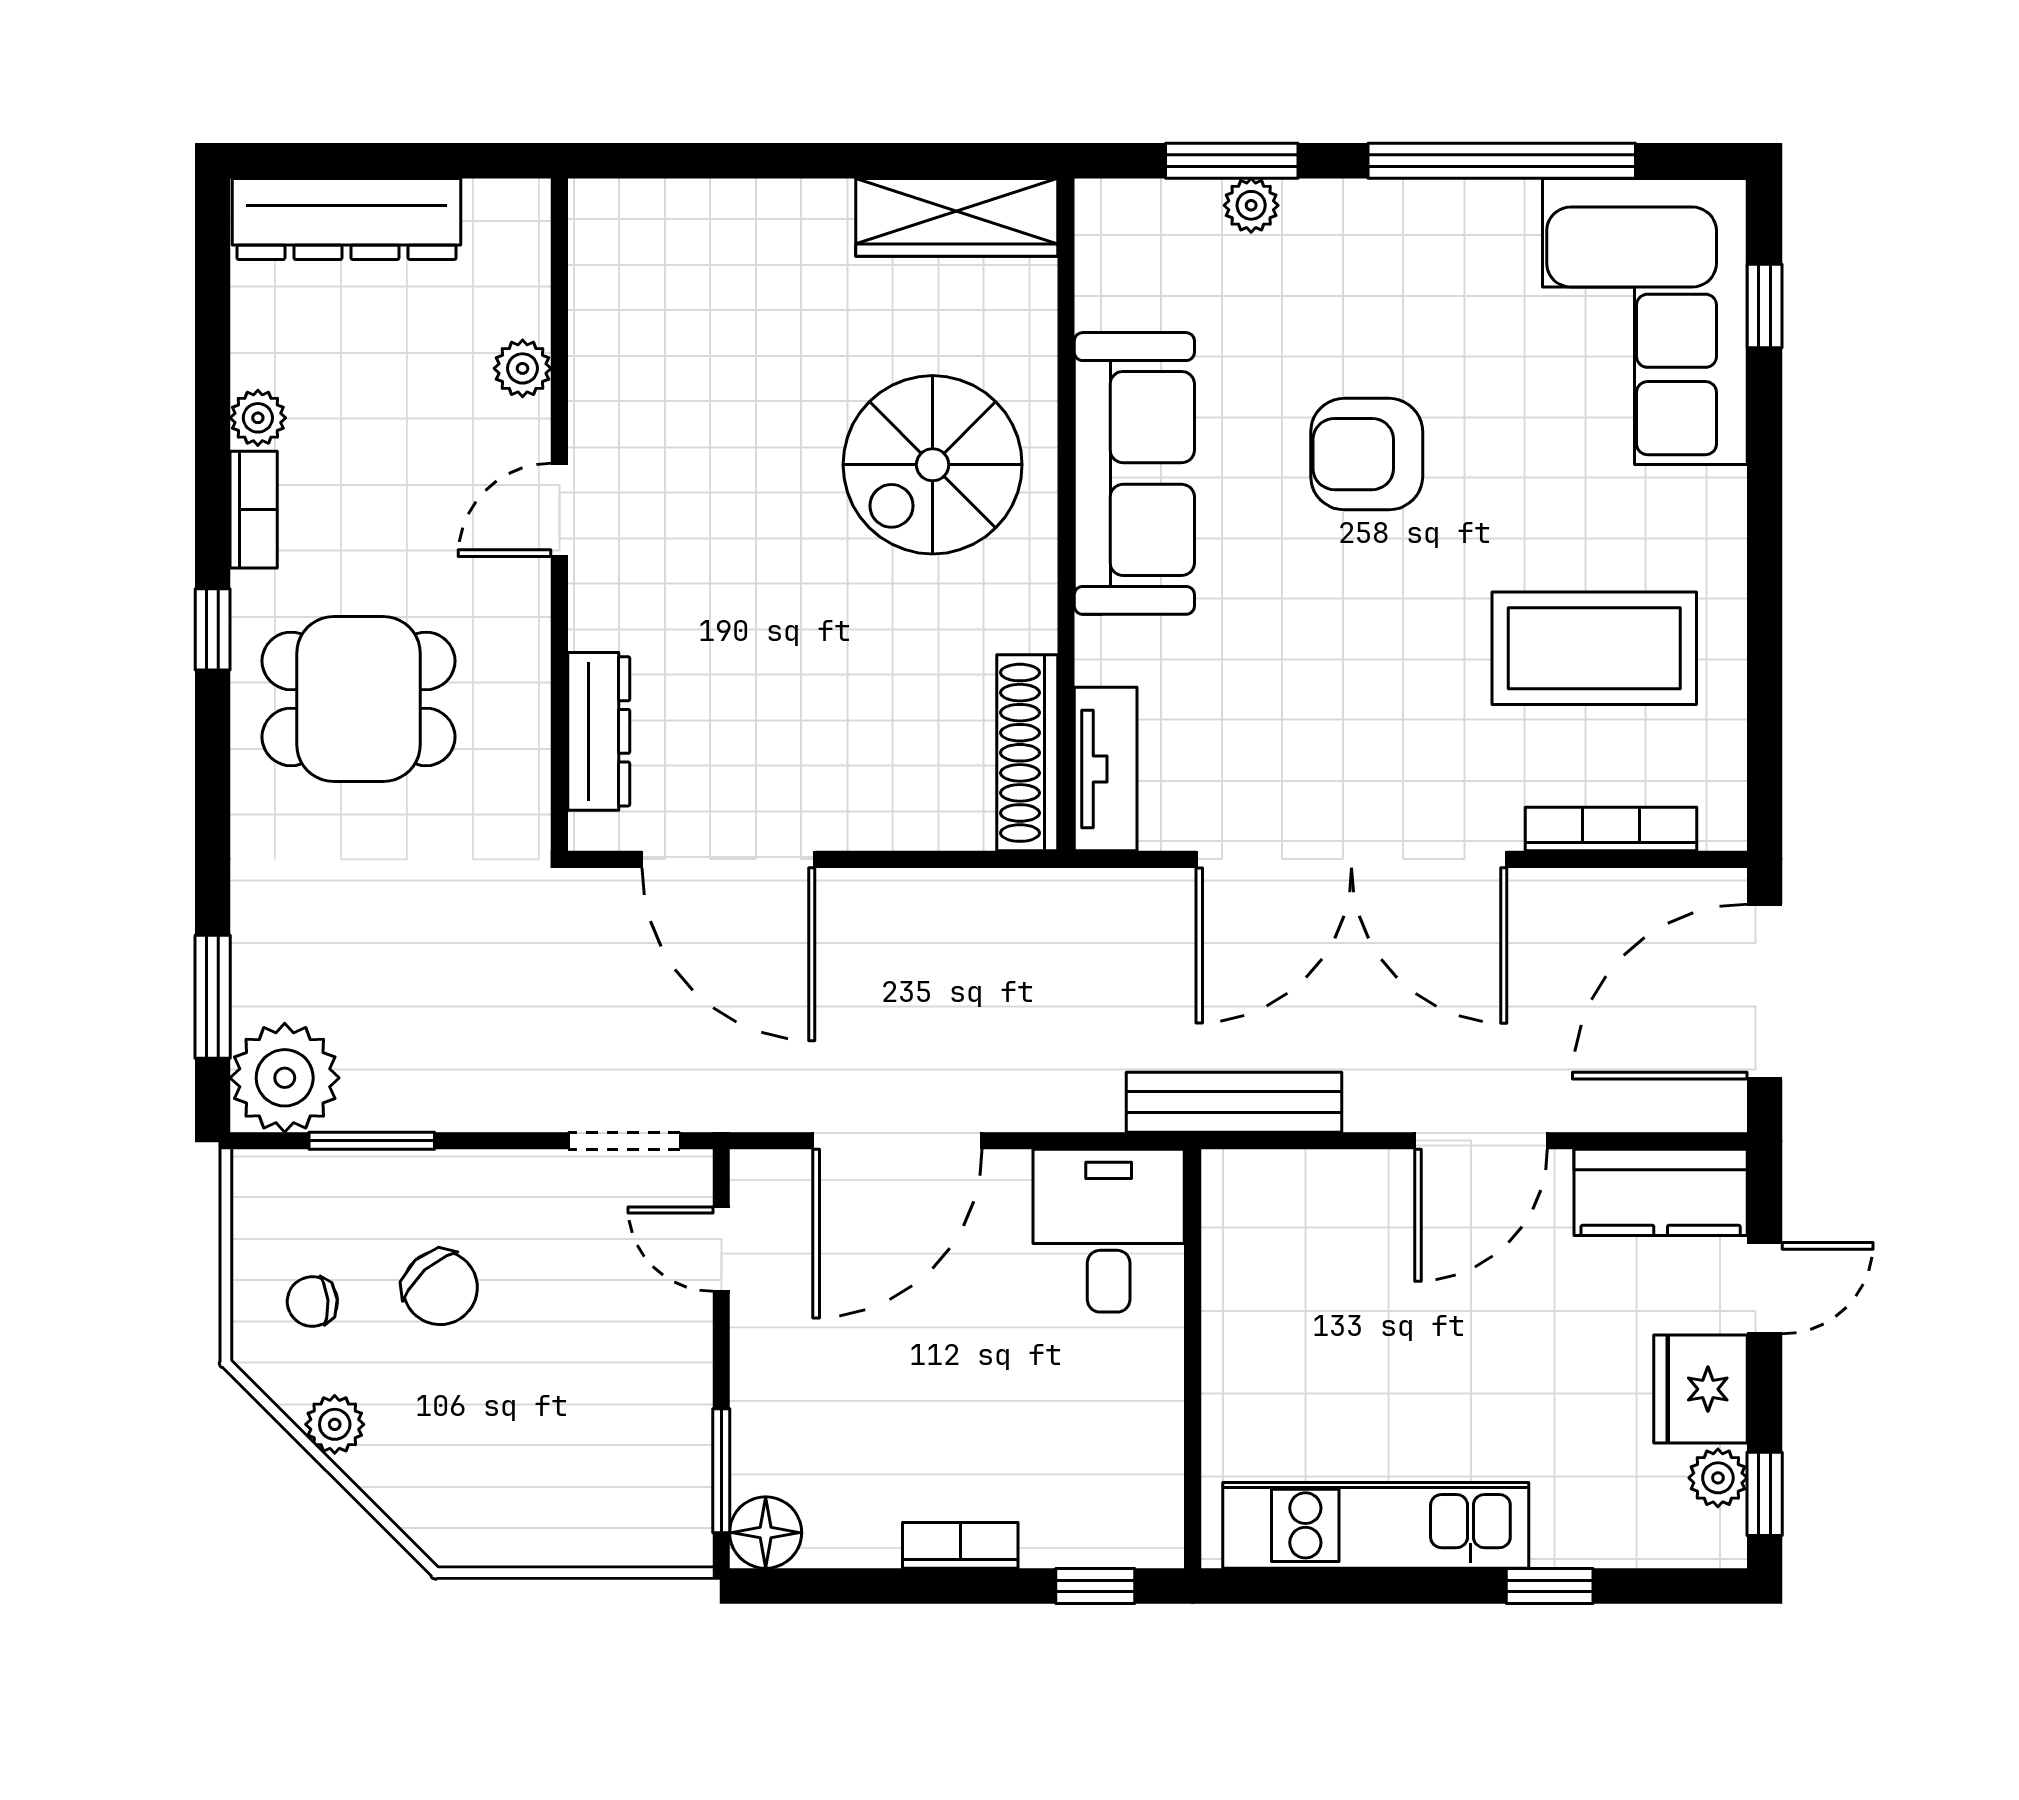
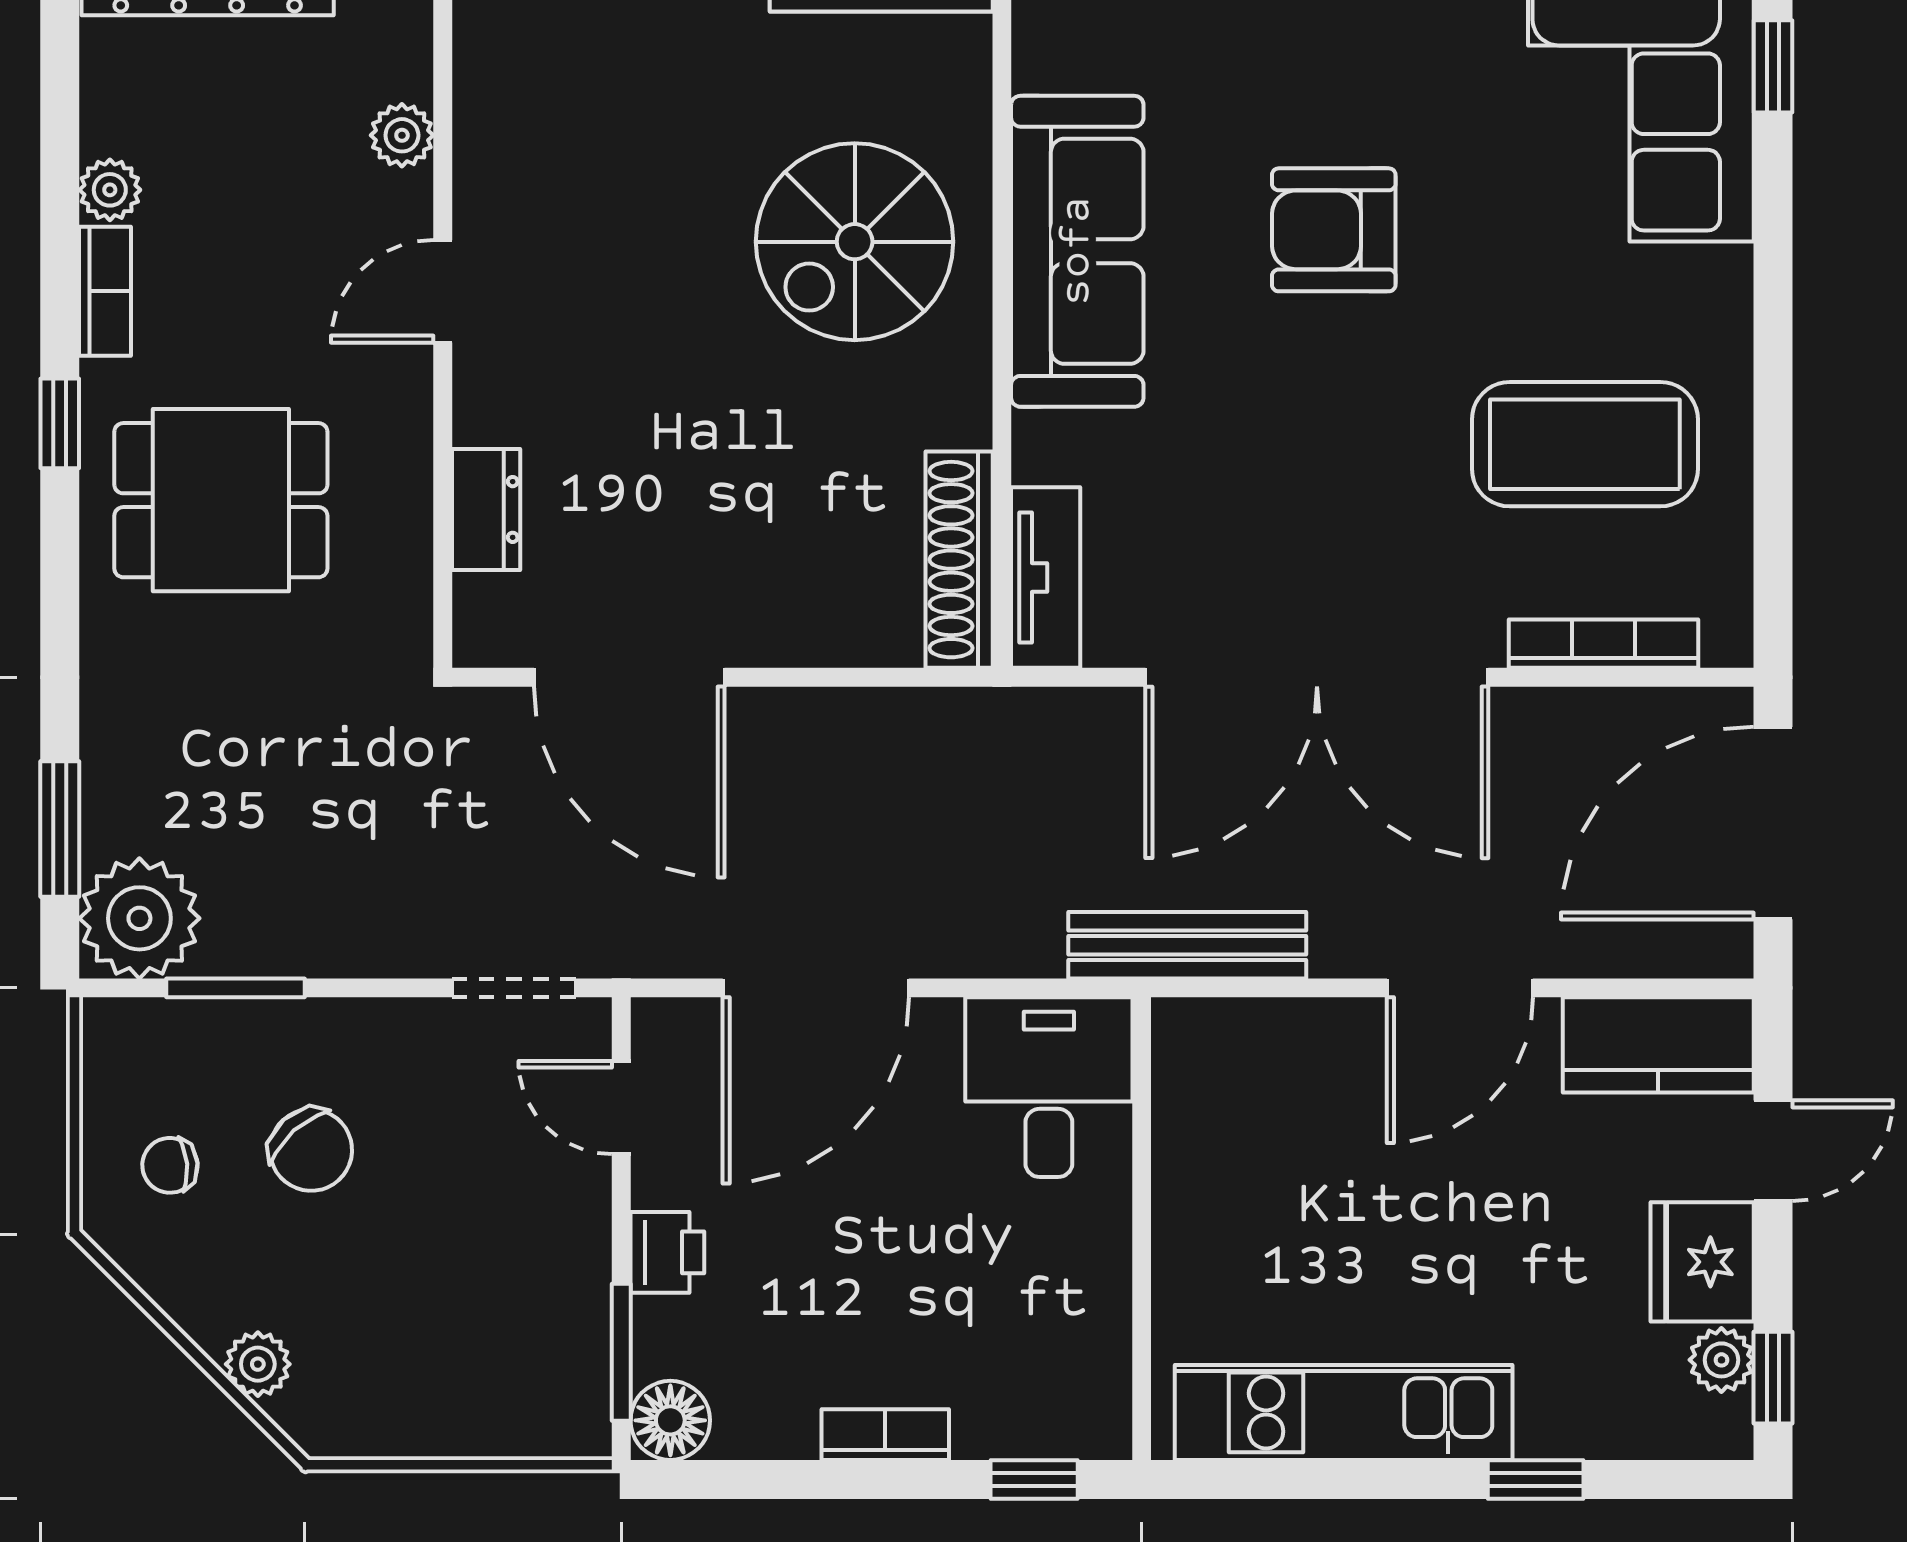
dresser: (599, 731) -> (486, 509), width x0.70
printer: (763, 1380) -> (667, 1252), added
plant: (335, 1424) -> (258, 1364), moved

